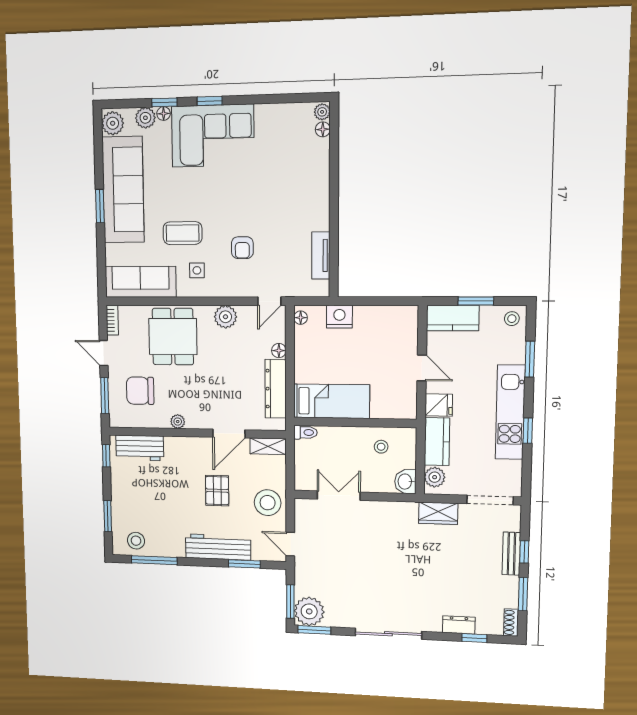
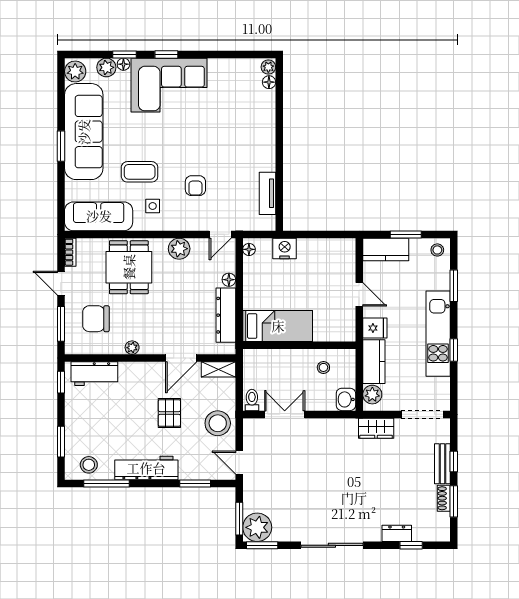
toilet: (305, 432) -> (252, 400), moved, turned -90
workbench: (218, 547) -> (146, 468), moved
shoe rack: (511, 623) -> (444, 498), moved

